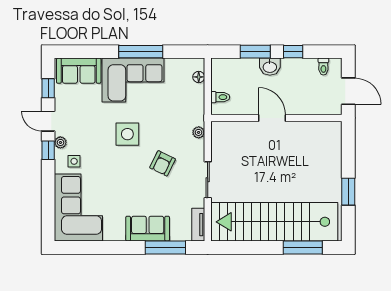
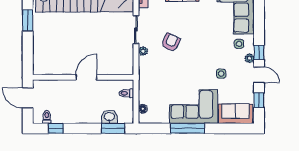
window: (255, 52) -> (113, 128), moved
window: (293, 52) -> (56, 128), moved
washbasin: (270, 67) -> (109, 117), moved
door: (272, 118) -> (86, 77), swing flipped
plant: (199, 132) -> (143, 51), moved
side table: (127, 134) -> (221, 74), moved, width x0.54, depth x0.54

